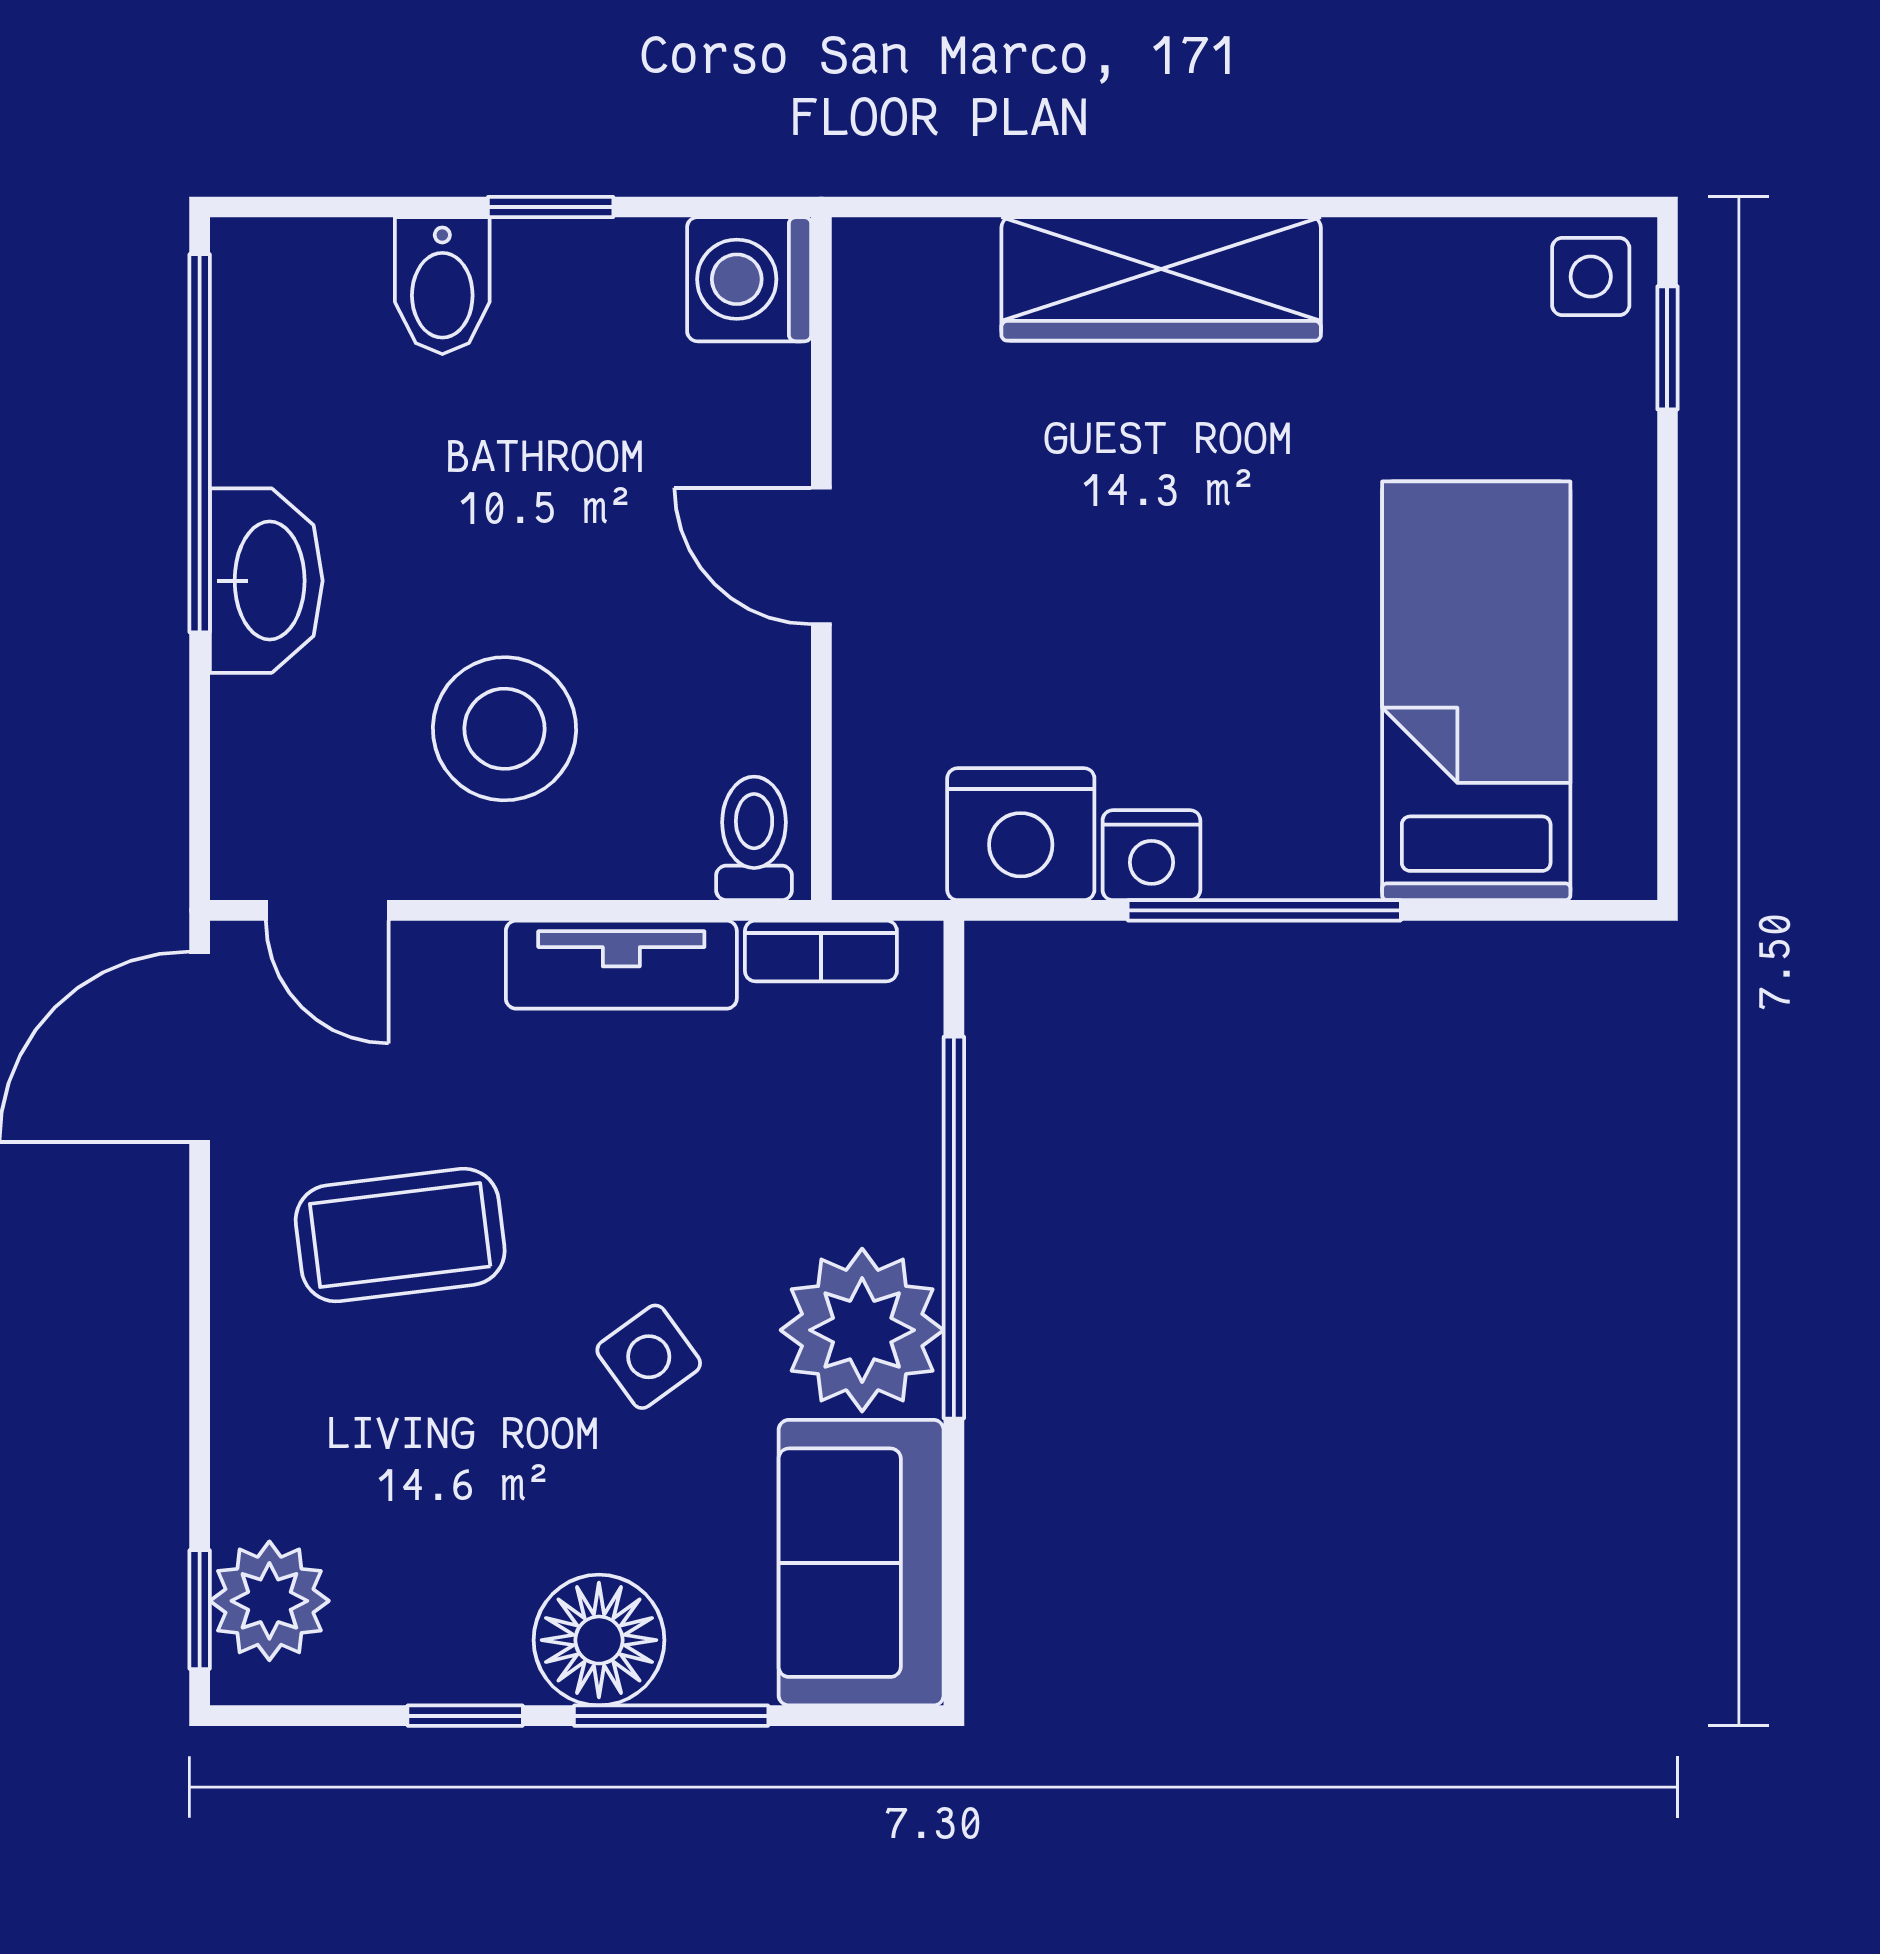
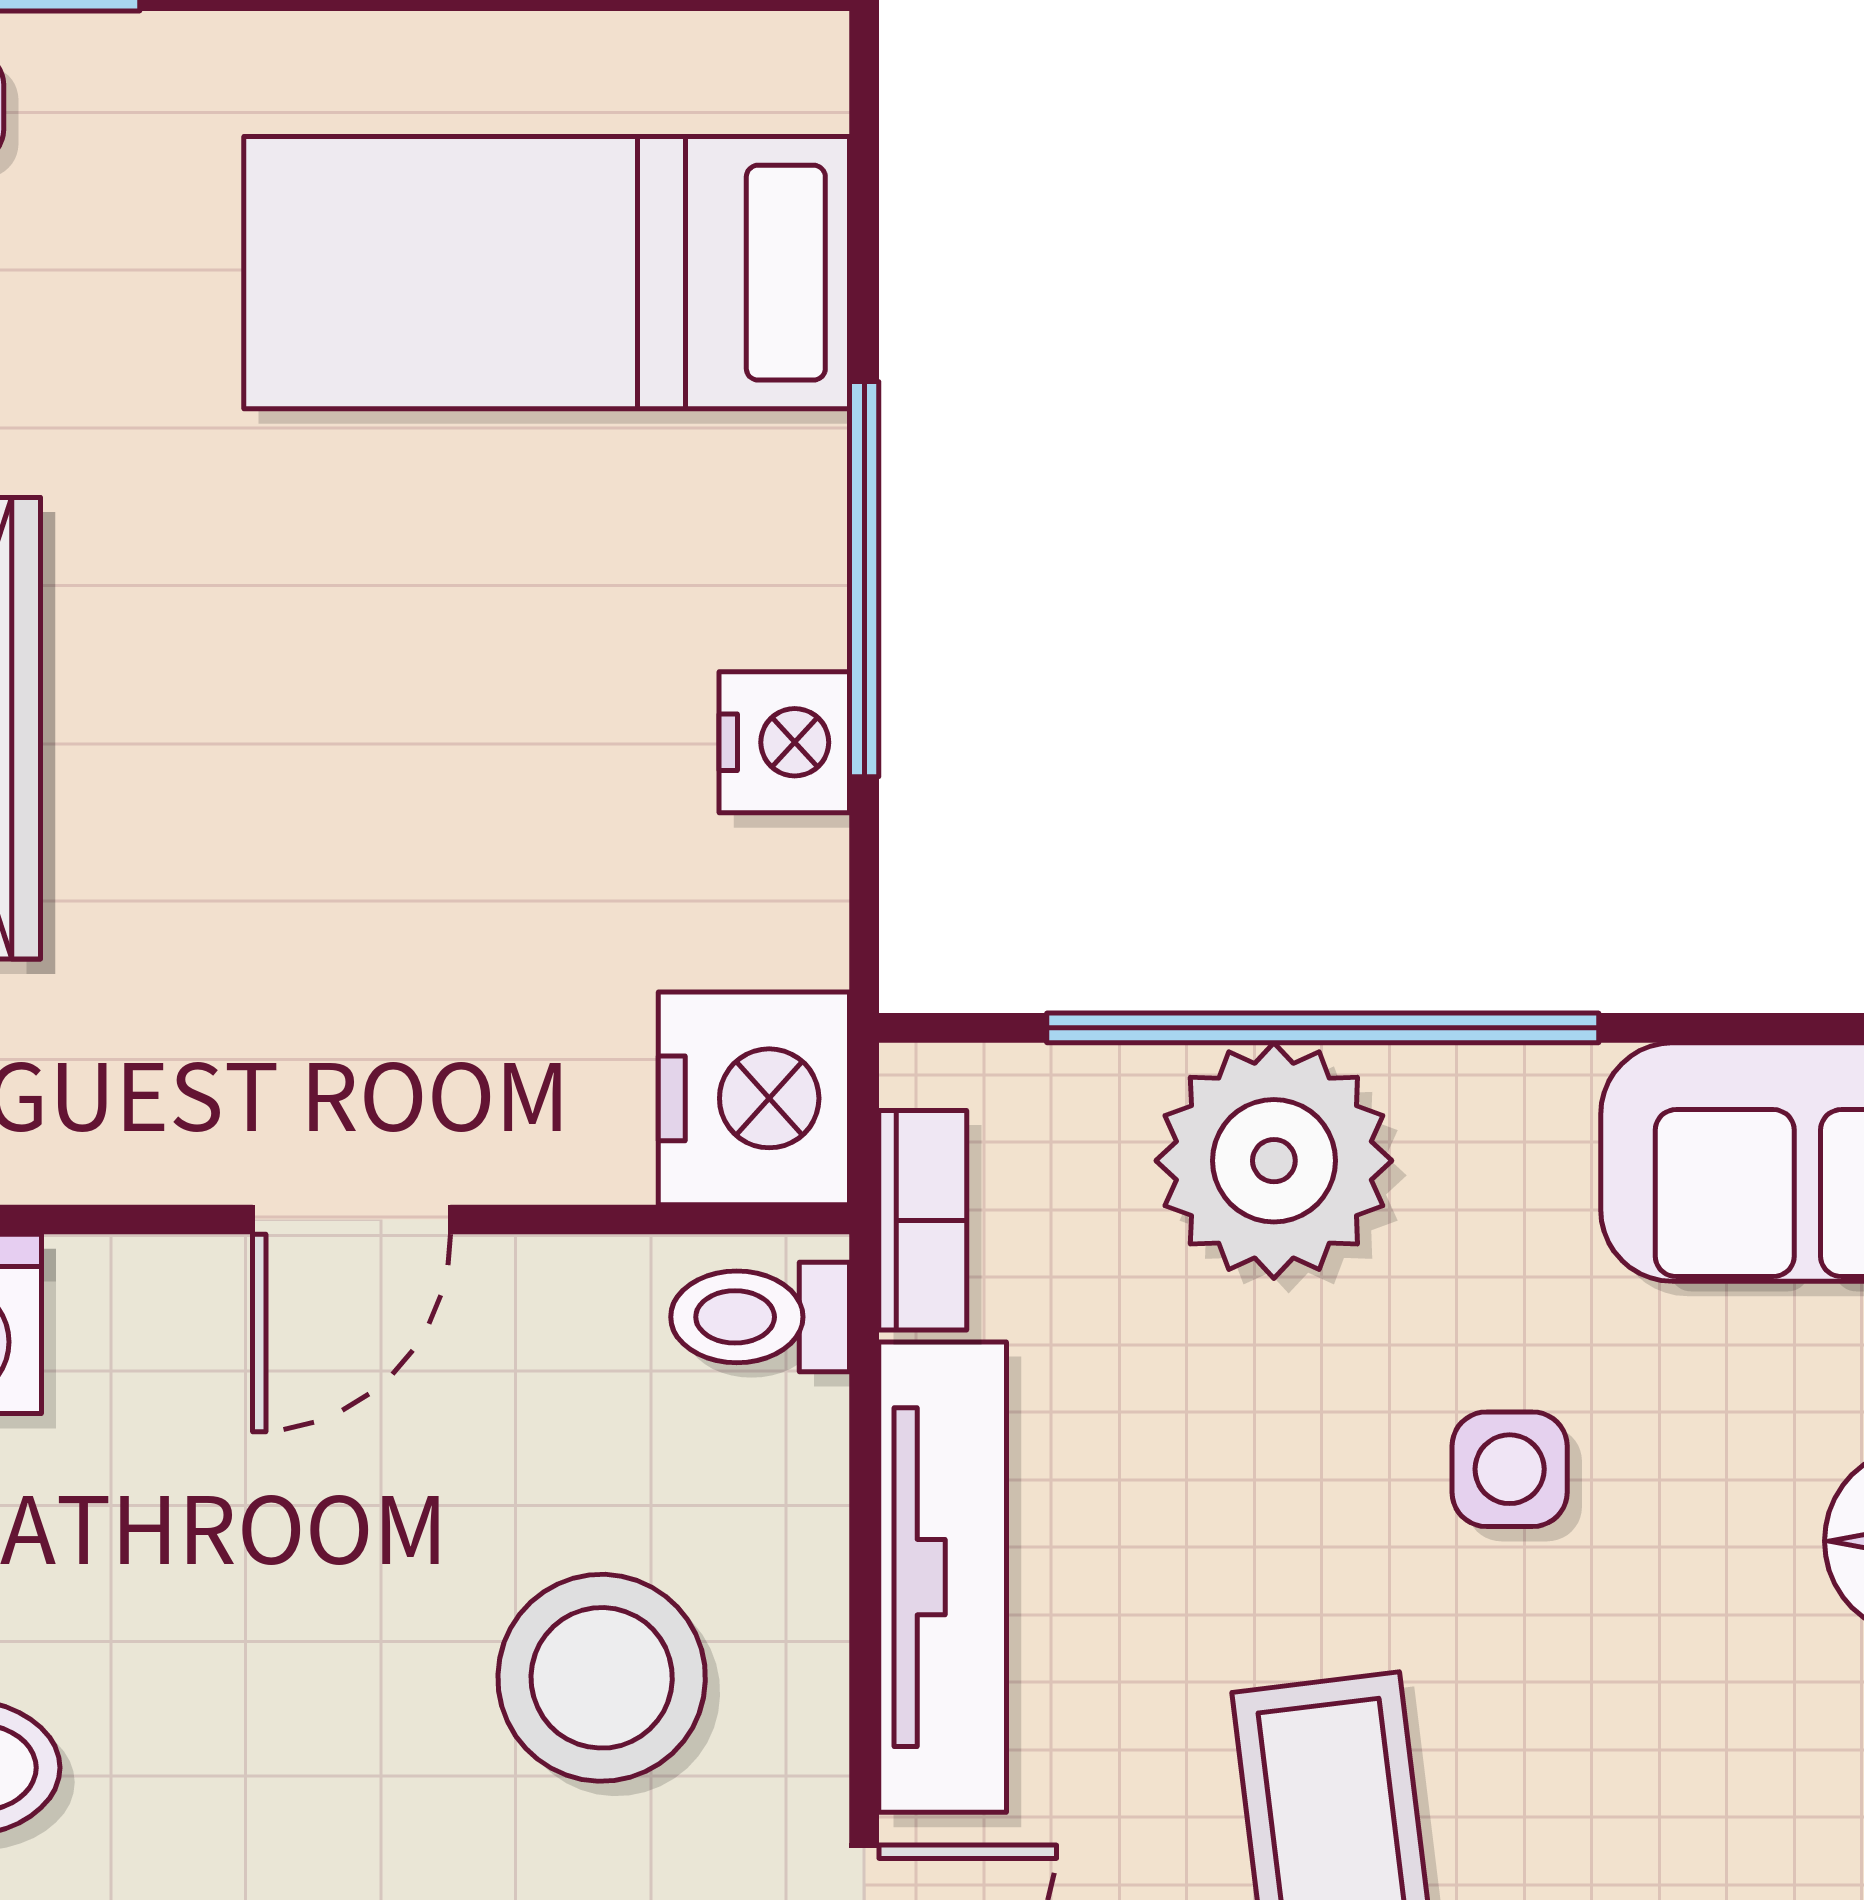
nightstand: (1021, 834) -> (754, 1098), moved
tv unit: (621, 965) -> (943, 1577), width x1.41
plant: (862, 1330) -> (1274, 1161), moved
side table: (649, 1357) -> (1510, 1469), turned 36

